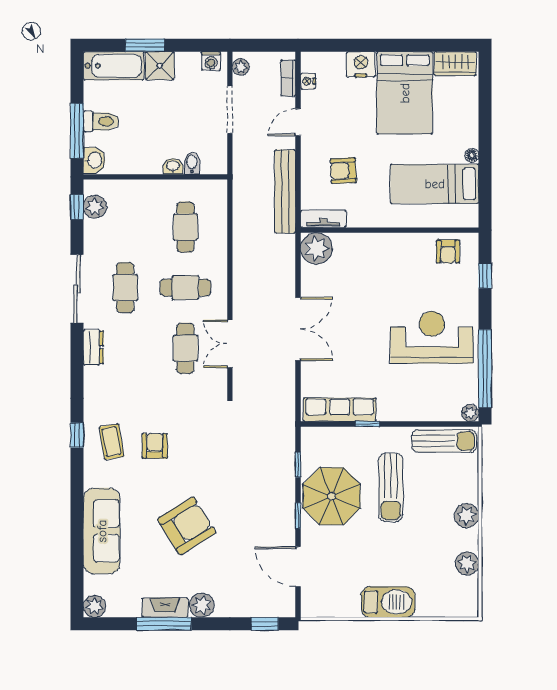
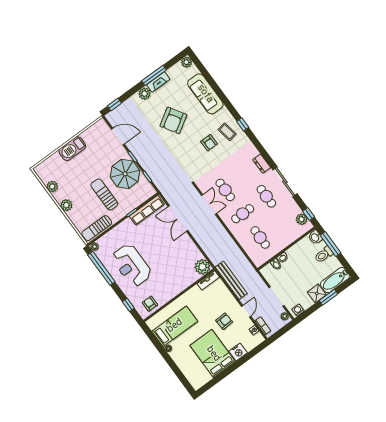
wardrobe: (455, 64) -> (201, 380), removed
armchair: (343, 171) -> (224, 321), moved
double door: (298, 329) -> (178, 219), moved
reception desk: (432, 337) -> (132, 265), turned 90

